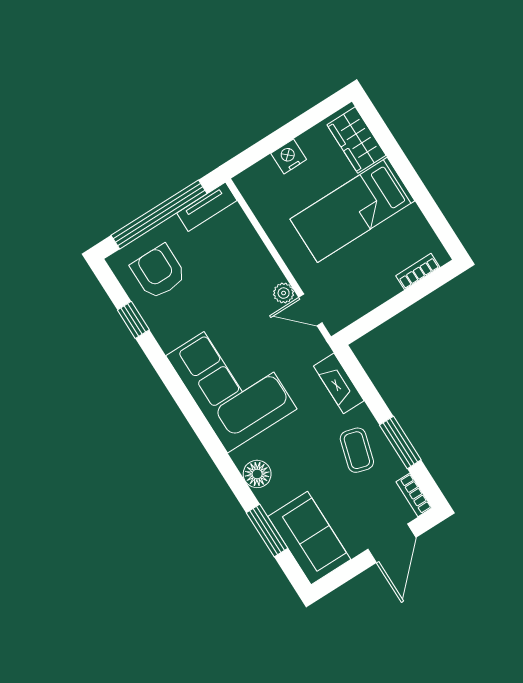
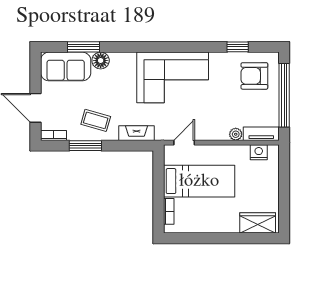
nightstand: (289, 156) -> (259, 152), moved, turned -90
tv unit: (207, 207) -> (261, 134), moved, turned 90
bed: (352, 210) -> (199, 181), moved, turned 90
armchair: (158, 272) -> (254, 76), turned 180
plant: (284, 293) -> (236, 134), moved
floor lamp: (257, 474) -> (101, 61), moved

